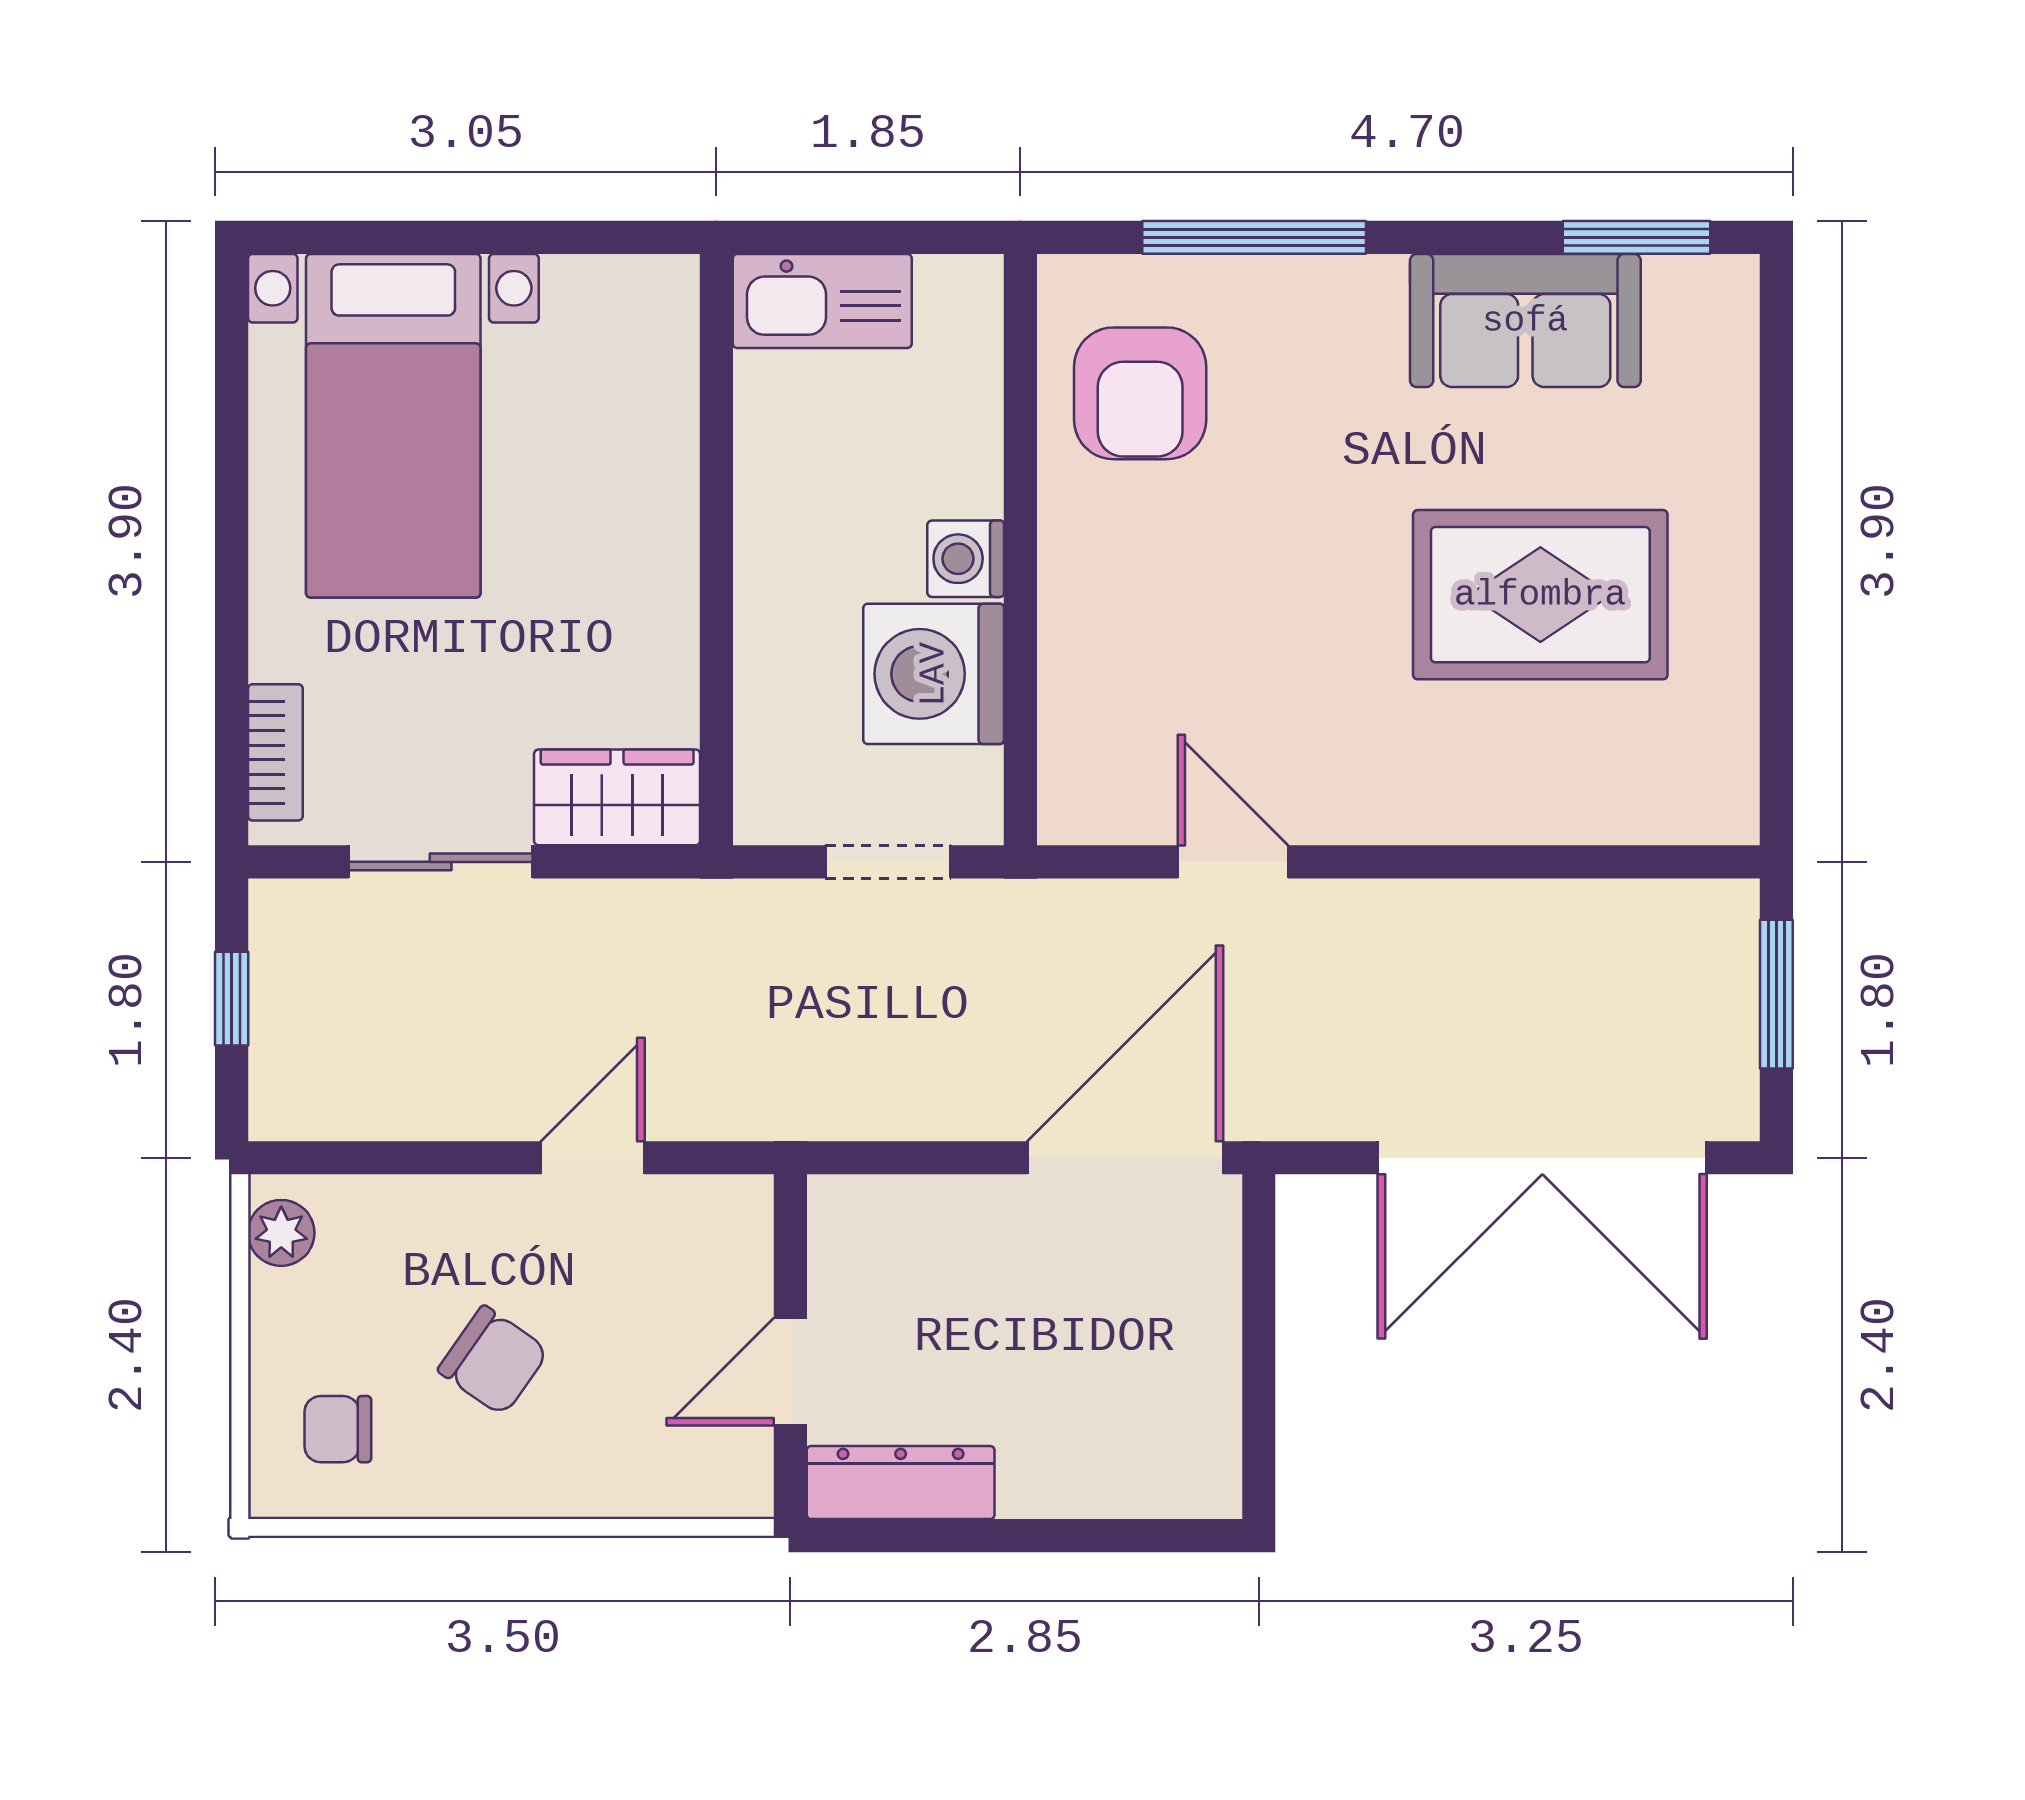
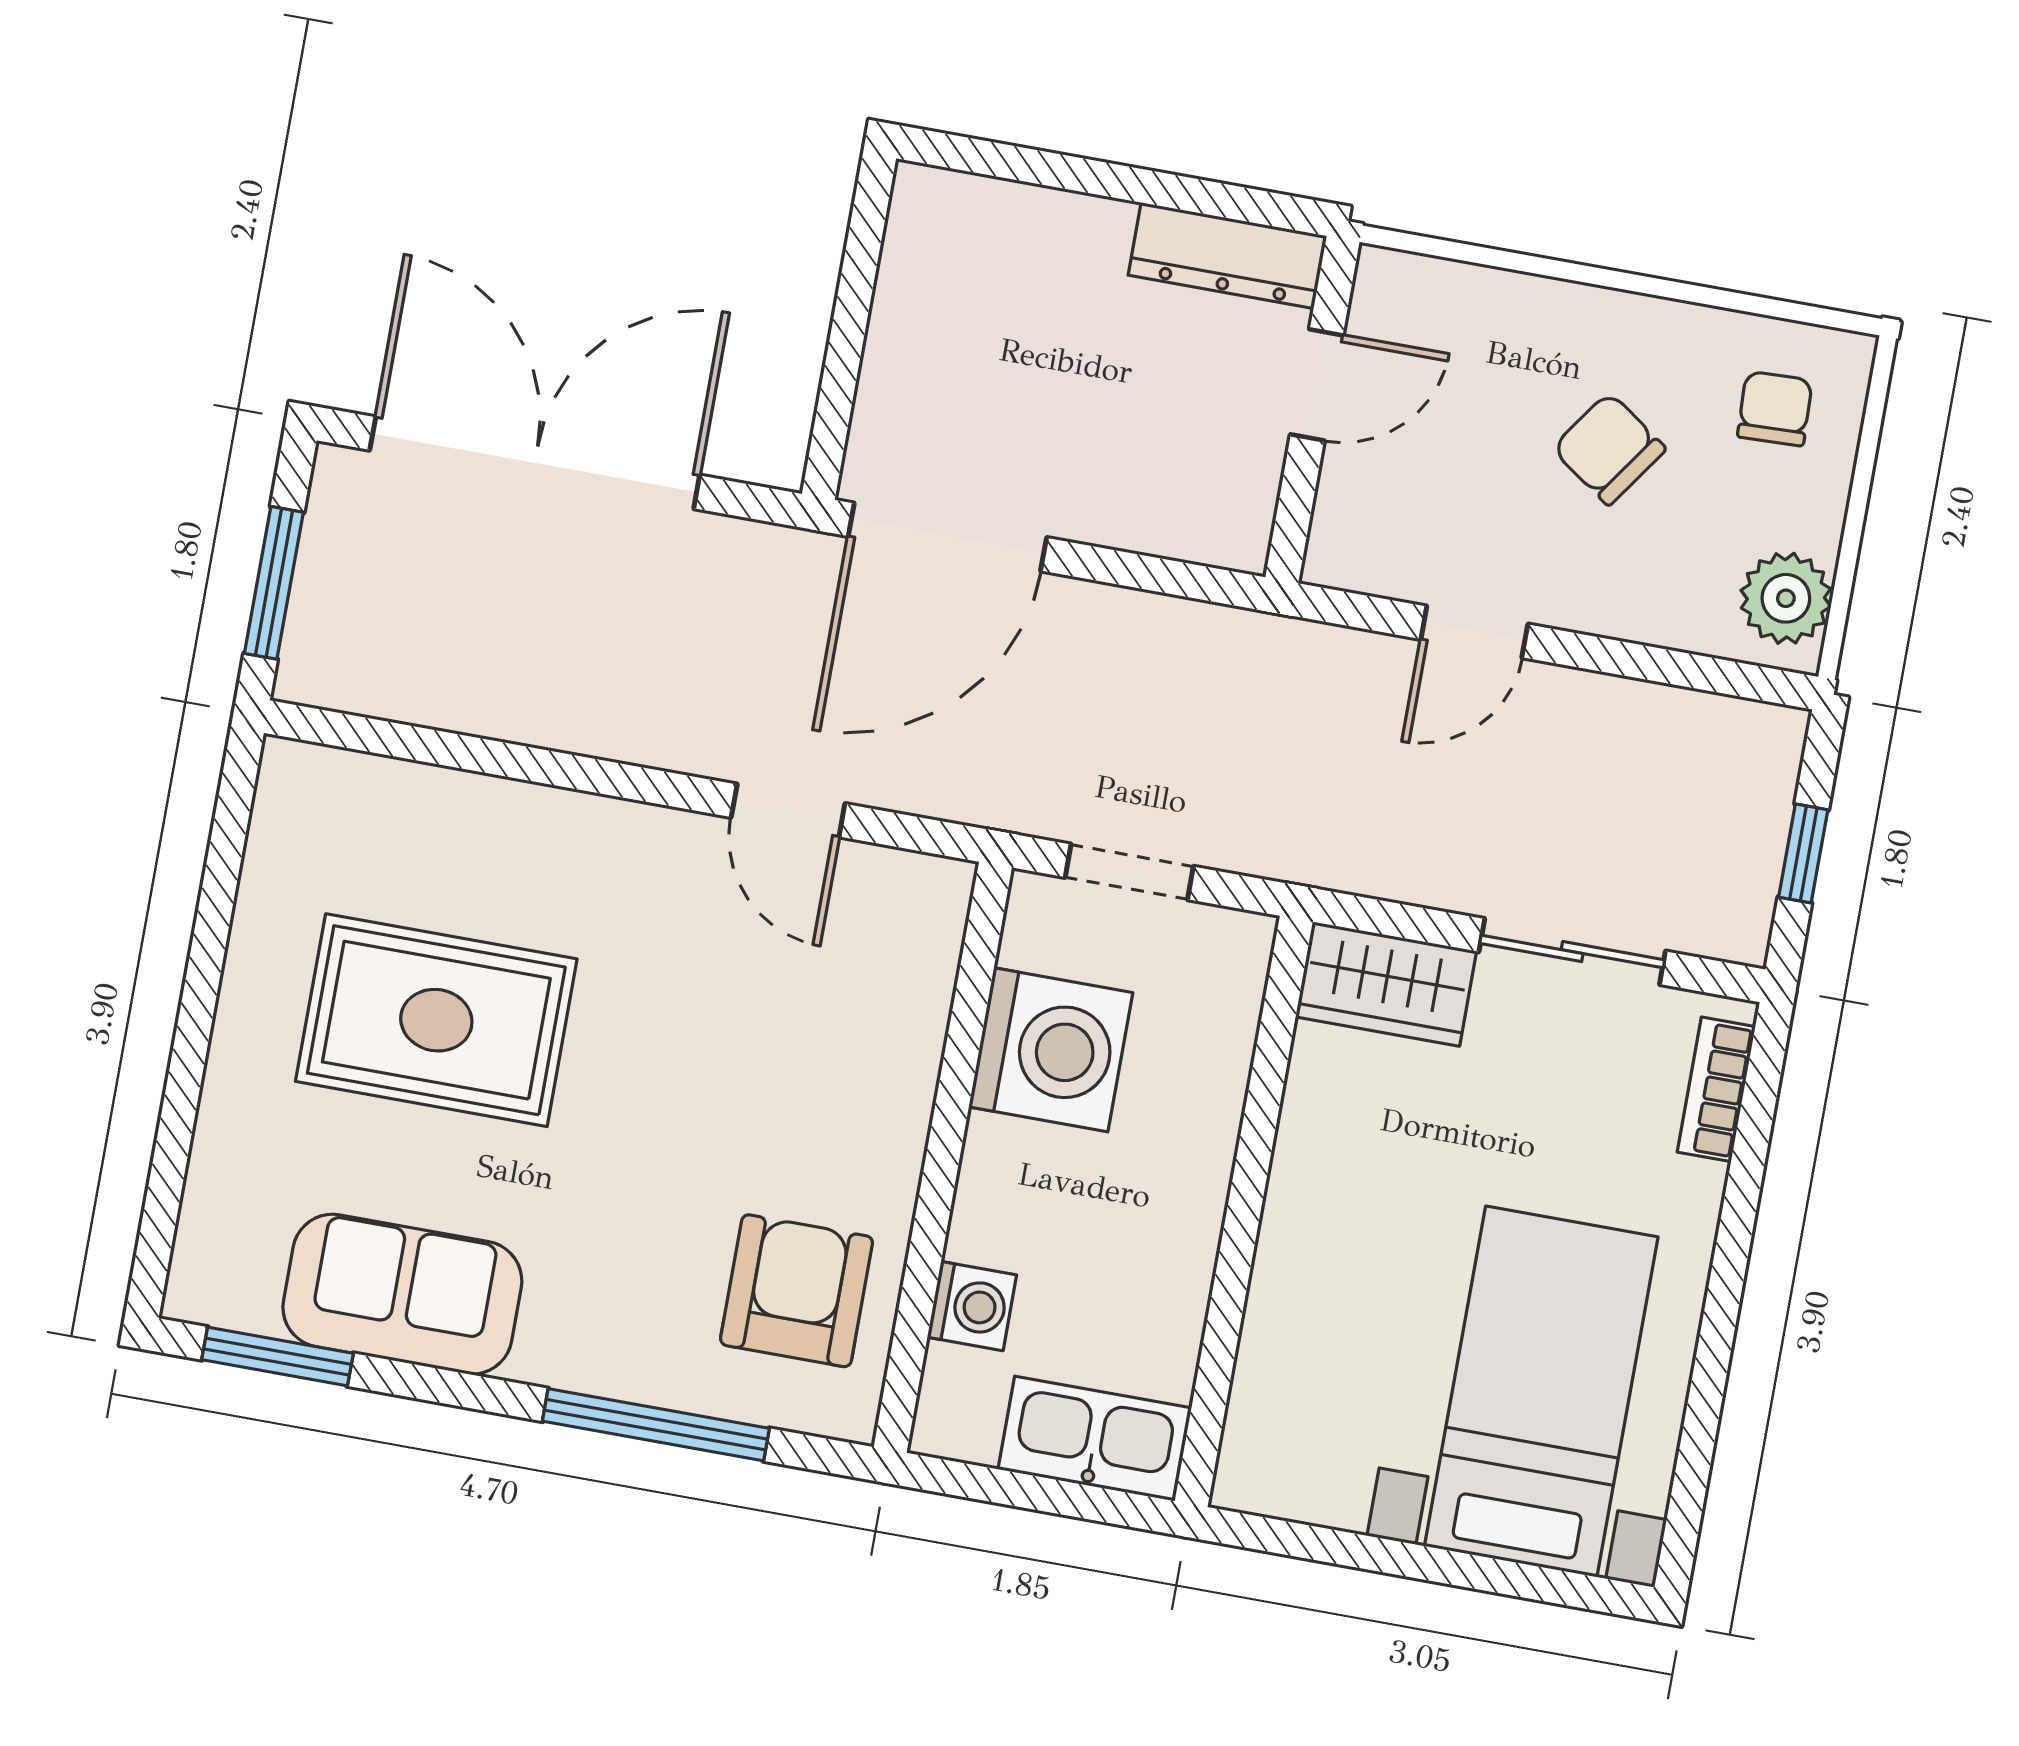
washing machine: (966, 559) -> (972, 1306), moved
plant: (281, 1233) -> (1786, 598), width x1.38, depth x1.38
chair: (338, 1429) -> (1775, 409), turned -92

